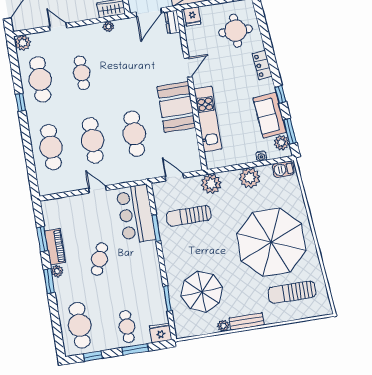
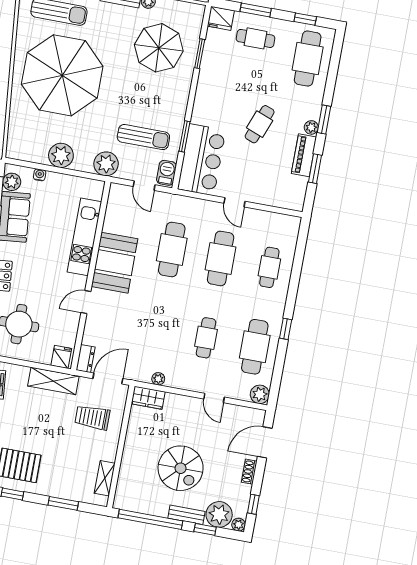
cafe table: (51, 147) -> (269, 267), width x0.73, depth x0.74
barbecue: (283, 169) -> (166, 173), moved, turned -90
cafe table: (127, 327) -> (256, 38), turned 90

